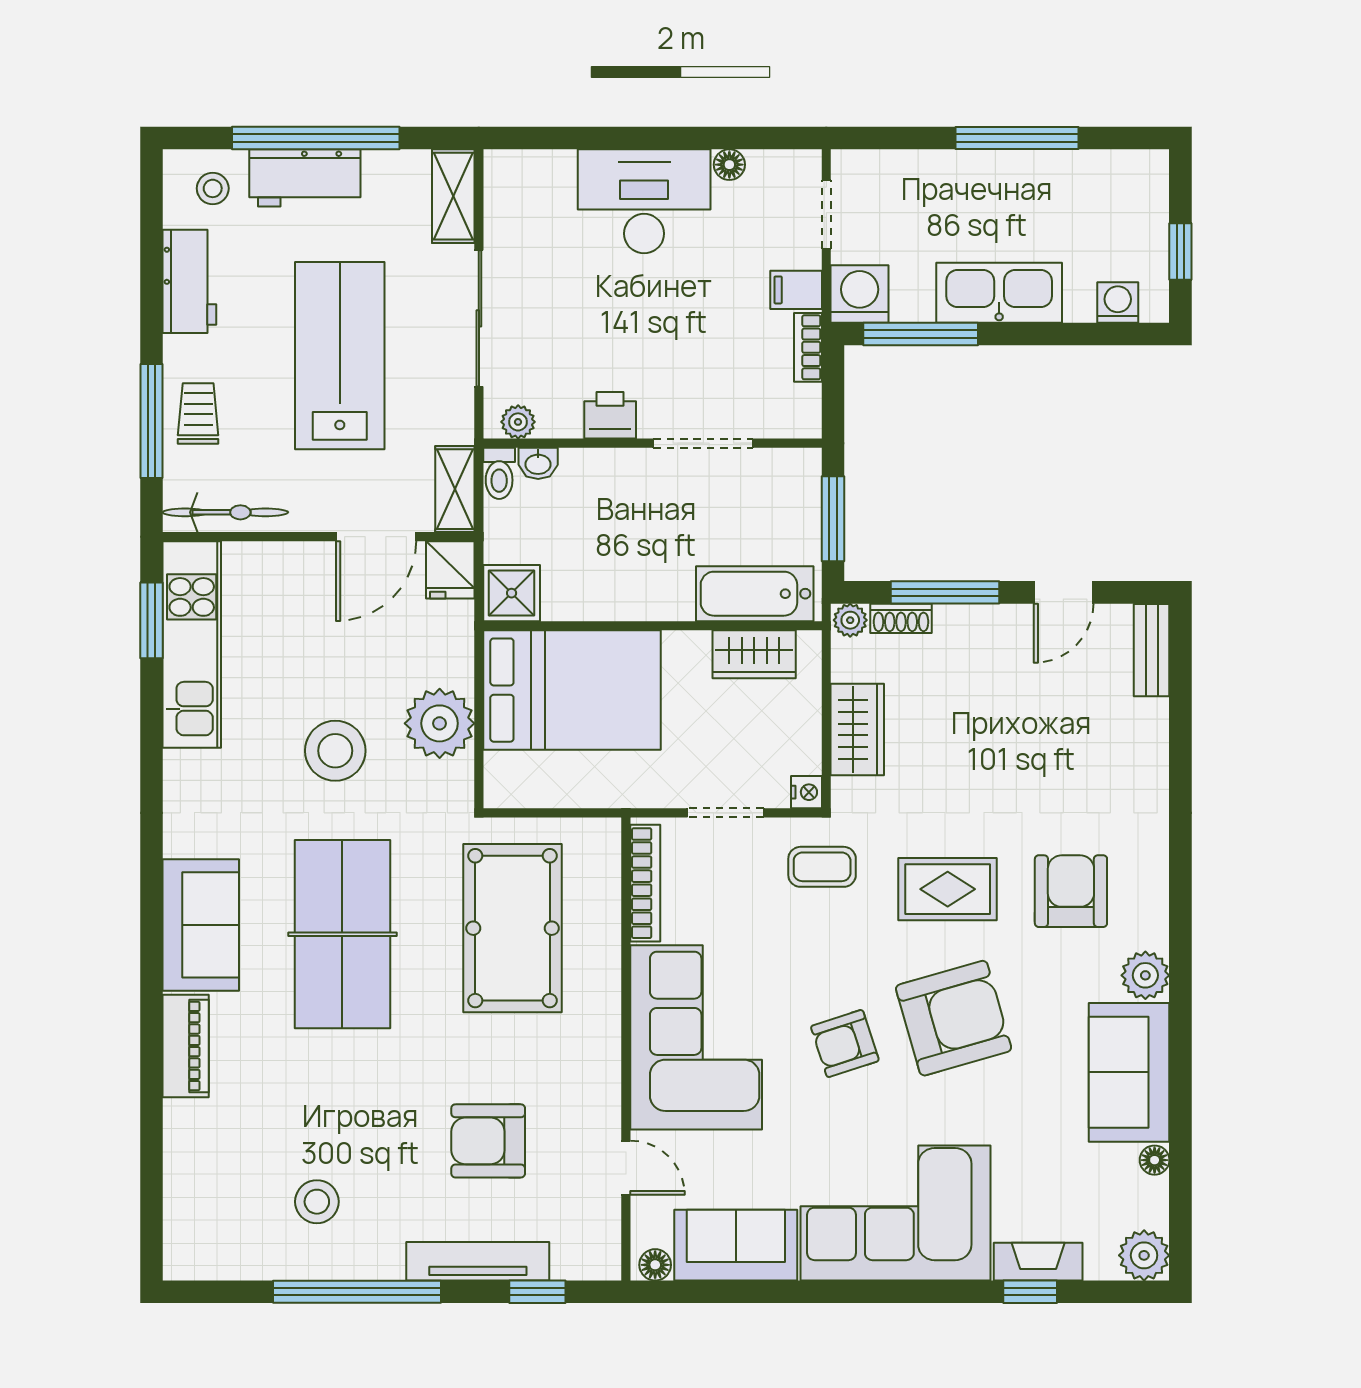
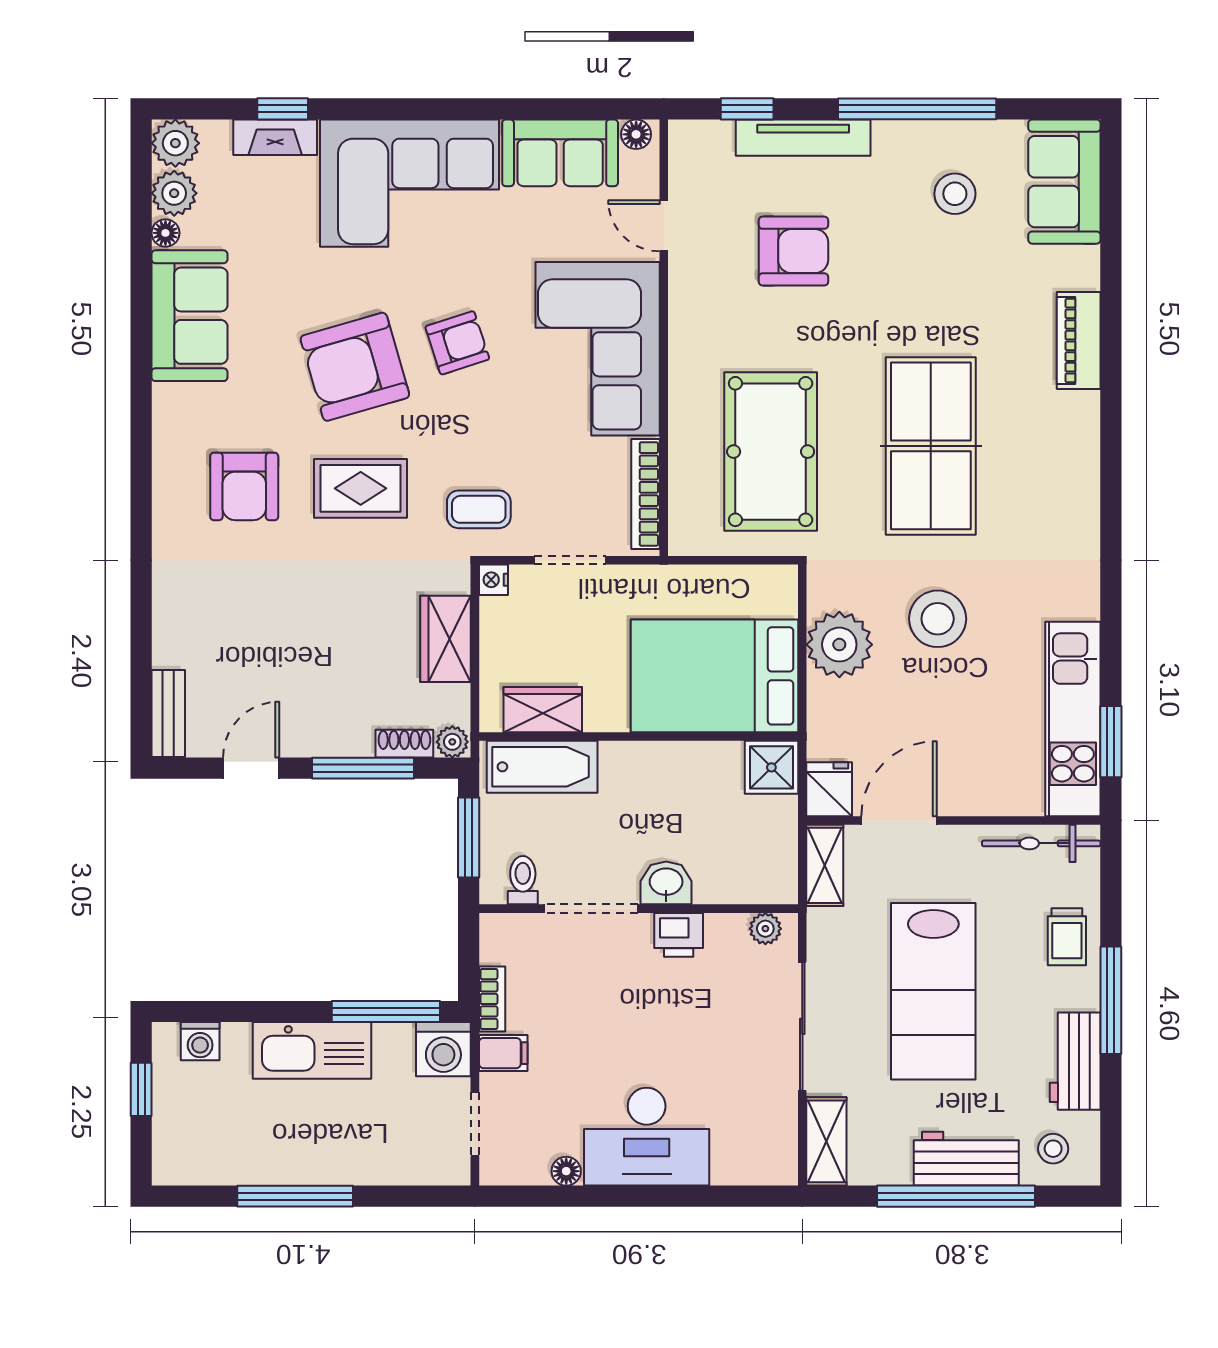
window: (151, 421) -> (1111, 1000), moved
washbasin: (538, 463) -> (666, 883), moved, width x1.38, depth x1.45
toilet: (499, 473) -> (523, 880), moved
sofa: (201, 925) -> (1064, 182), moved
plant: (1145, 975) -> (174, 193), moved

